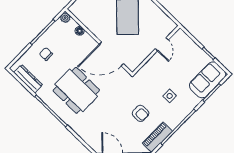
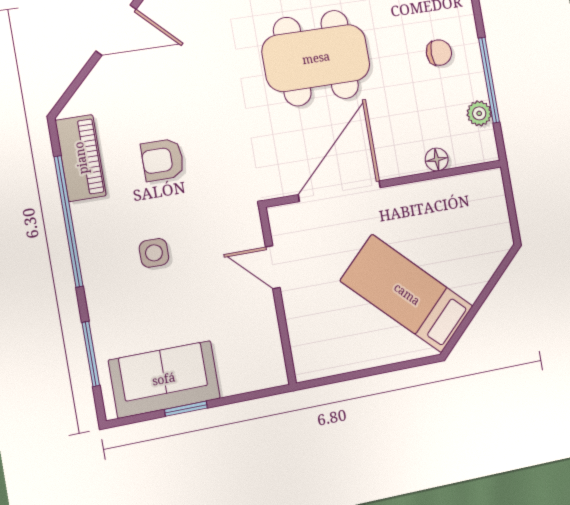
plant: (65, 18) -> (479, 113), moved
door: (162, 44) -> (273, 267), moved
sofa: (207, 80) -> (164, 379), moved, turned -90

